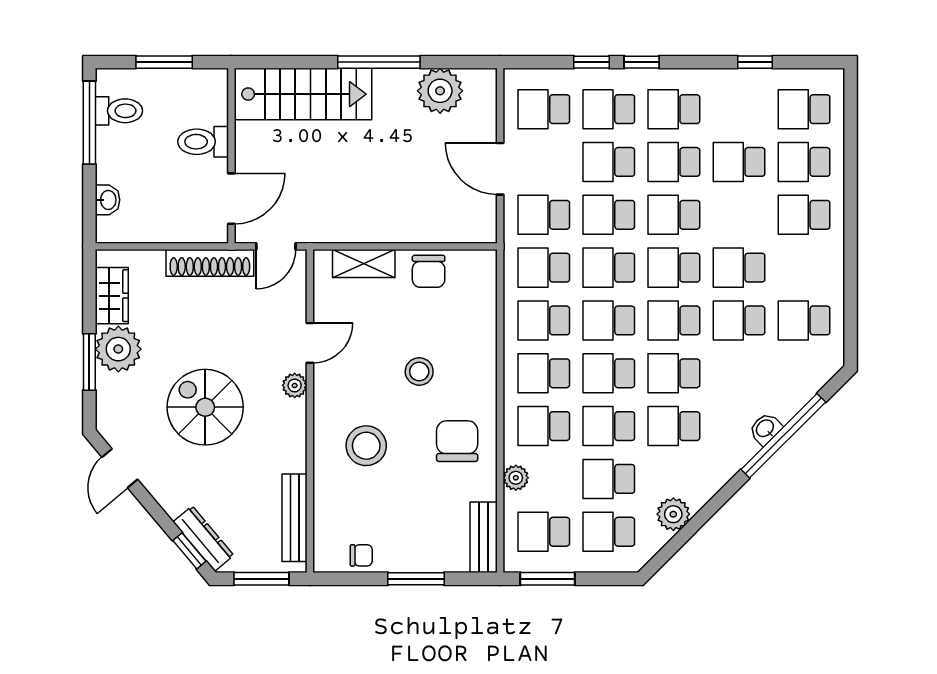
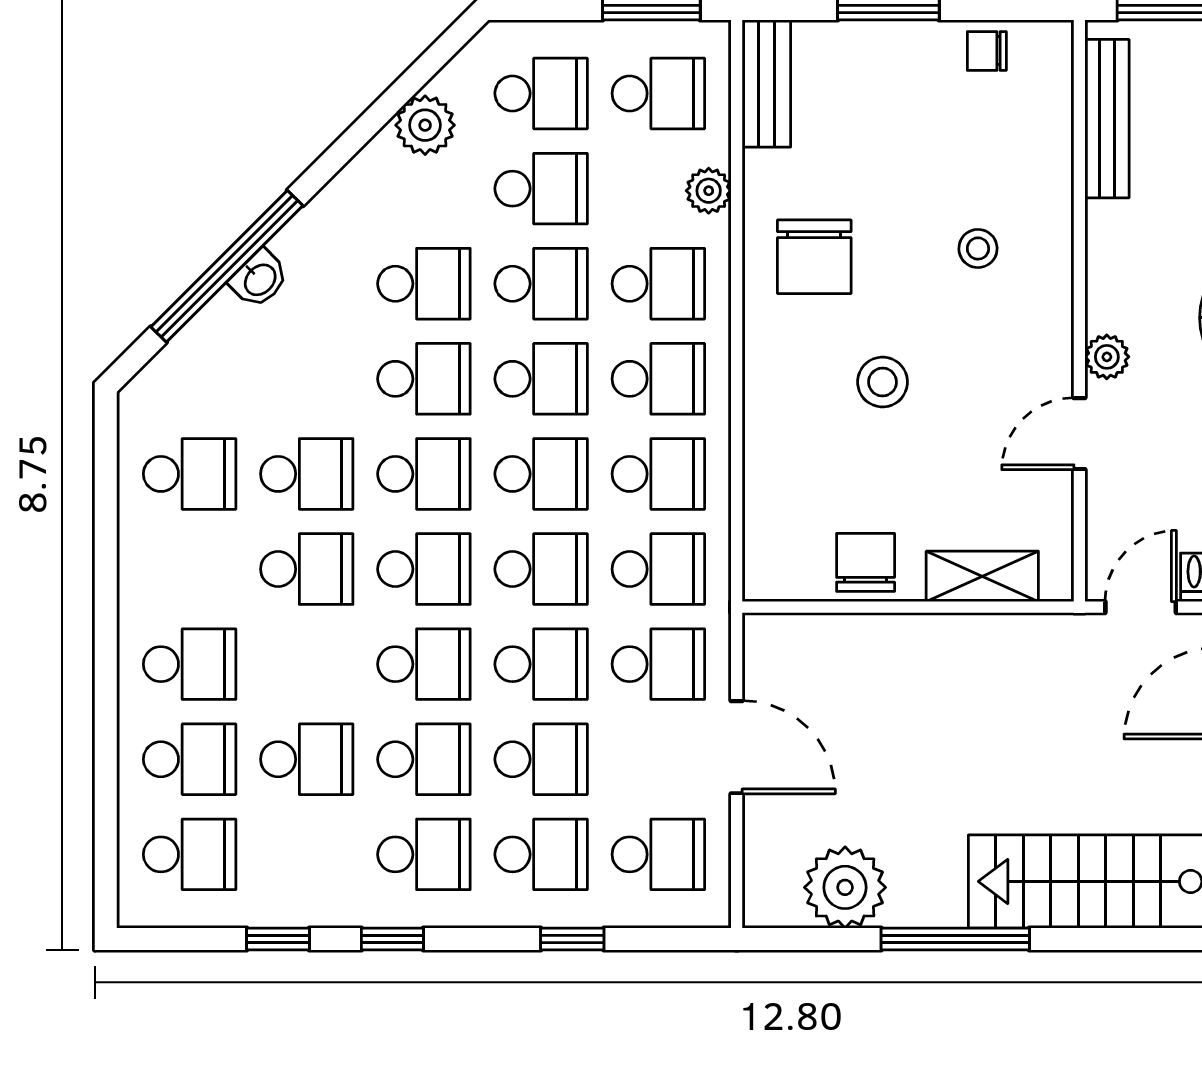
window: (642, 62) -> (392, 939), moved
stool: (366, 446) -> (978, 248), width x0.53, depth x0.53

